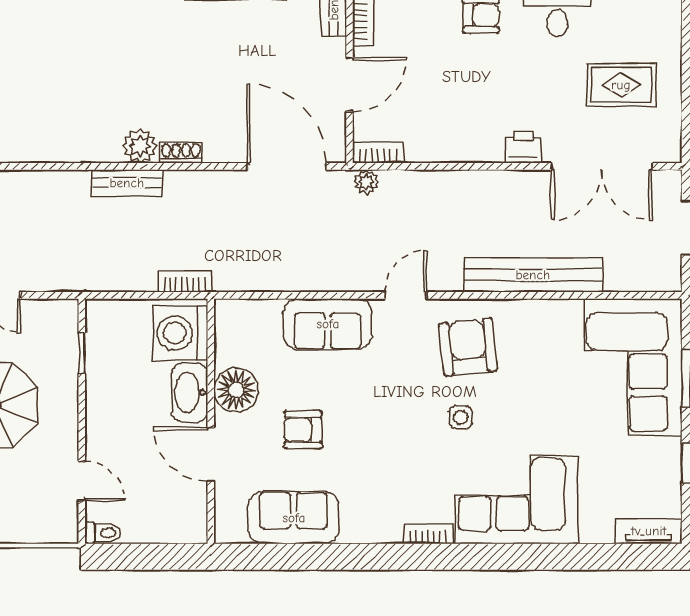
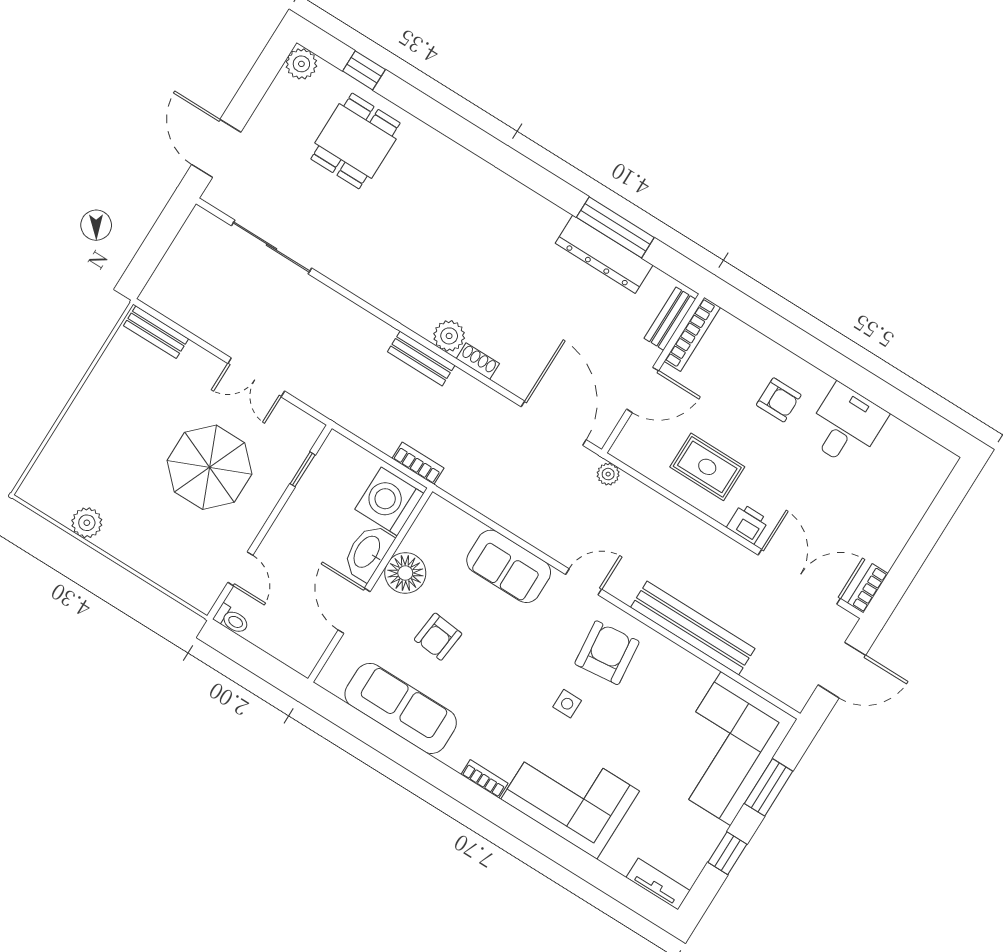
rug: (621, 85) -> (707, 467), moved
bookcase: (378, 153) -> (868, 588), moved, turned -90
double door: (602, 166) -> (799, 577), swing flipped
armchair: (303, 430) -> (438, 637), turned -84
sofa: (294, 518) -> (401, 708), width x1.36

